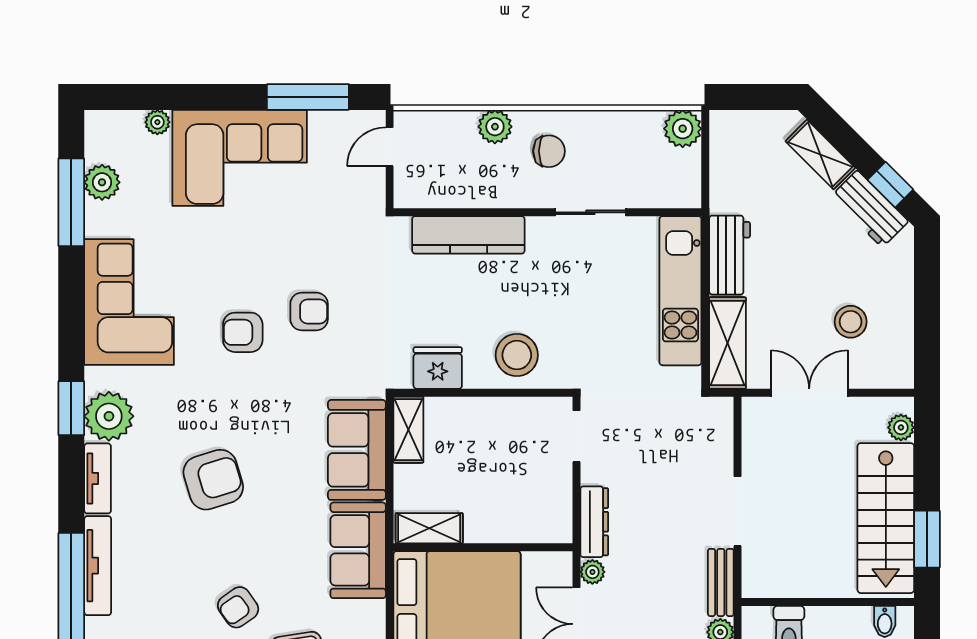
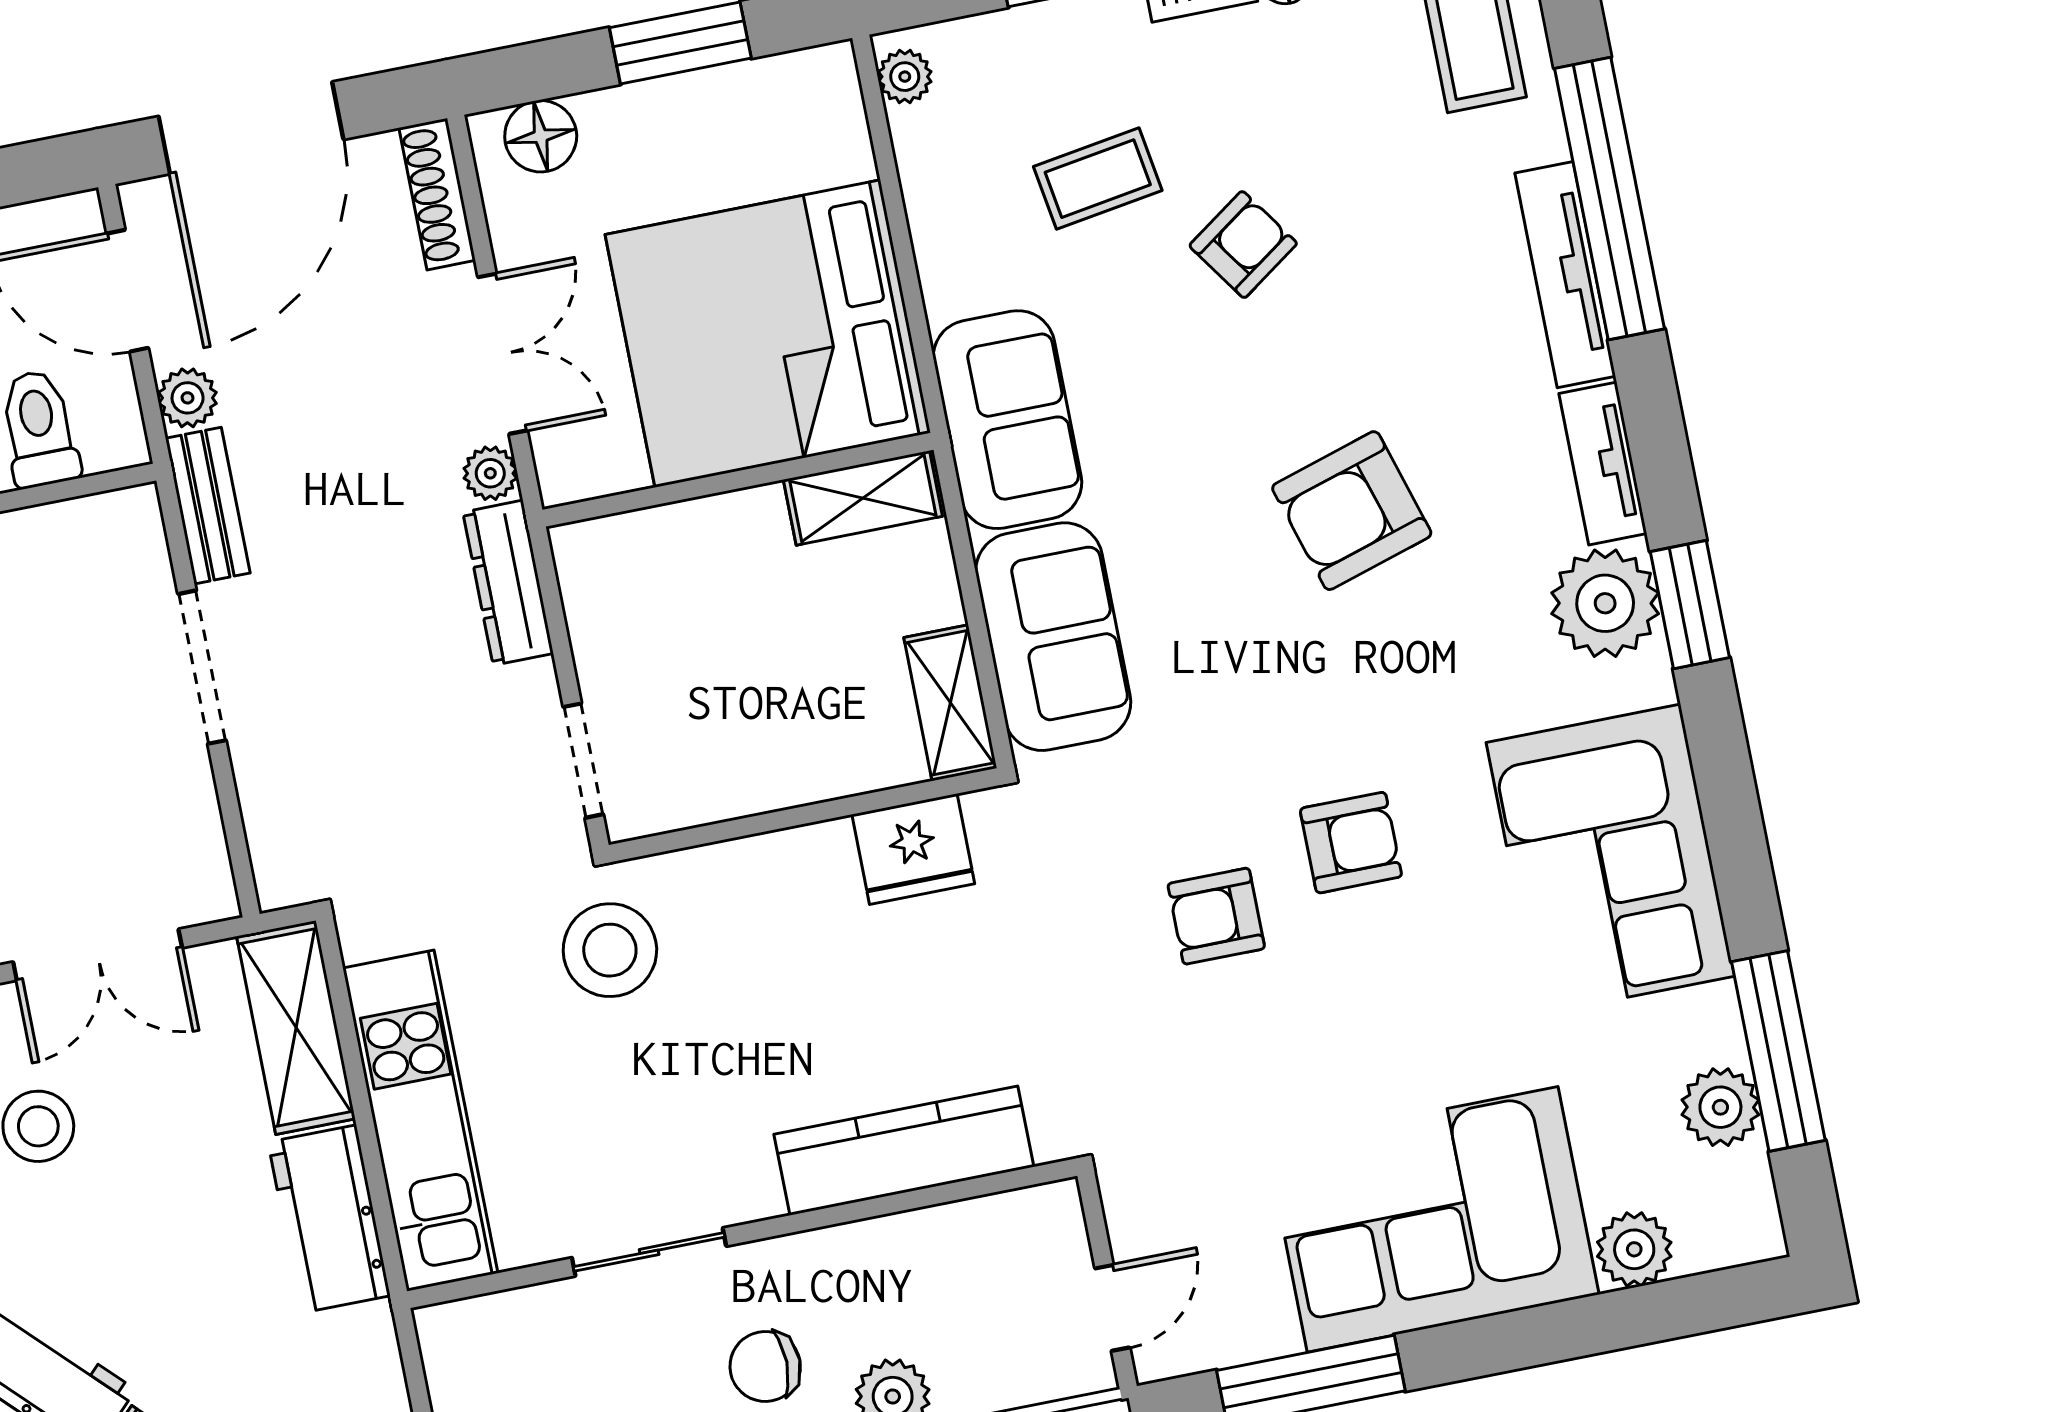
plant: (157, 122) -> (1634, 1249), width x1.38, depth x1.38
stool: (517, 355) -> (610, 950), moved

